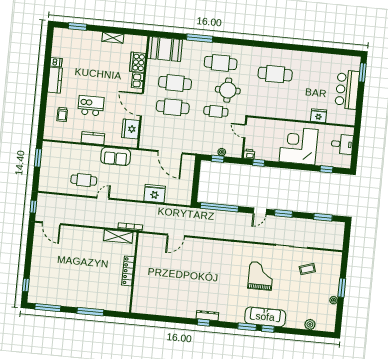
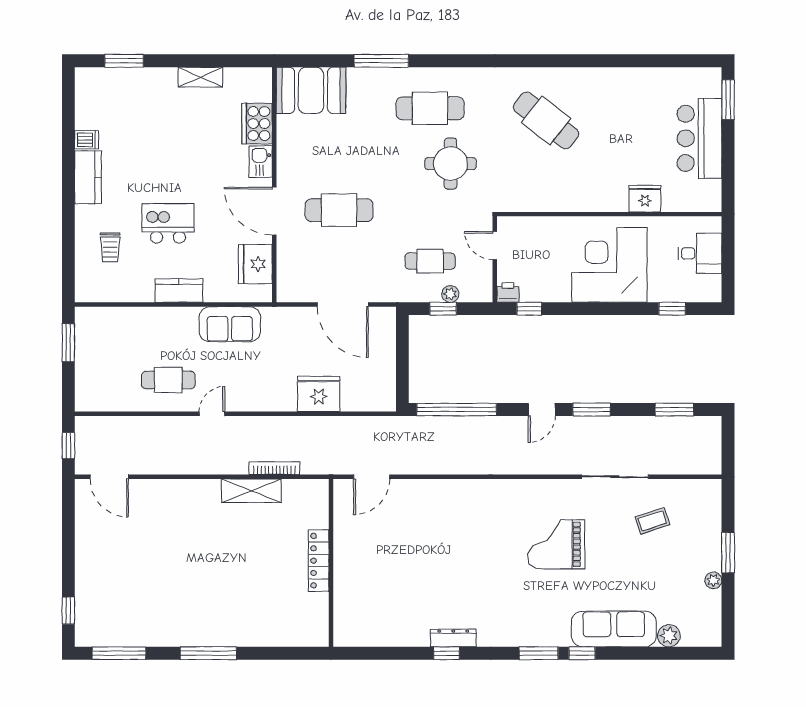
cafe table: (275, 74) -> (546, 120), turned 38
cafe table: (175, 83) -> (339, 159), removed
cafe table: (216, 111) -> (430, 261), moved
locker: (128, 271) -> (319, 561), moved
wall: (134, 273) -> (331, 563), moved
grand piano: (261, 276) -> (556, 544), turned -90
sofa: (265, 317) -> (614, 629), moved

